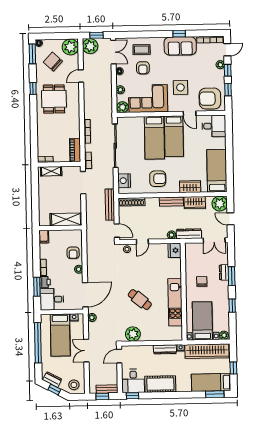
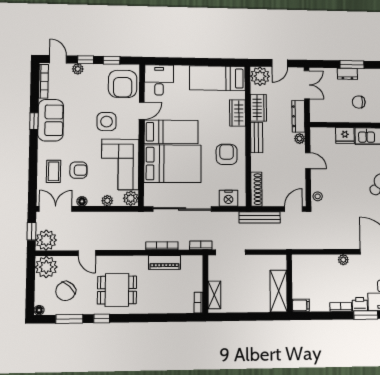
window: (32, 54) -> (69, 319), moved
bed: (154, 138) -> (173, 164), width x1.50
piano: (75, 150) -> (165, 262), moved
shelving: (66, 219) -> (279, 291), moved
door: (142, 242) -> (308, 161), moved
fridge: (175, 250) -> (345, 136), moved
armchair: (73, 253) -> (322, 267), removed

